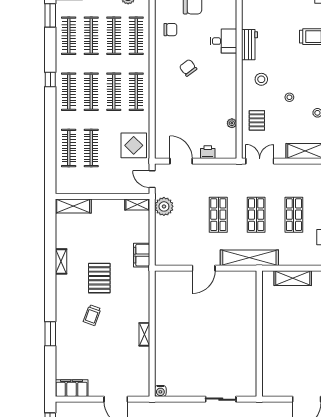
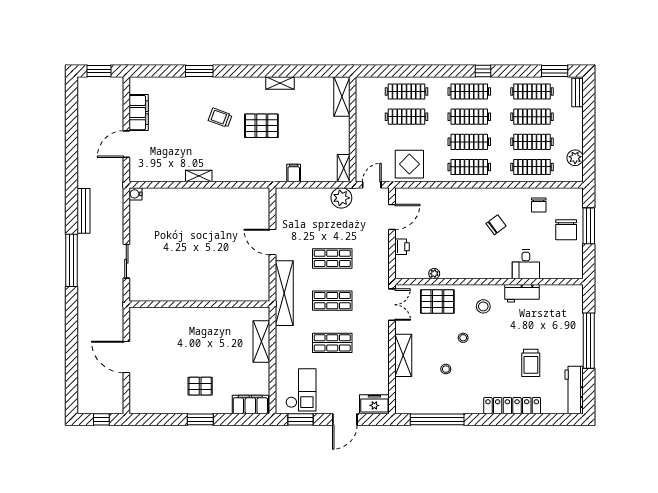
pallet: (257, 120) -> (437, 302), width x1.50, depth x1.42
filing cabinet: (142, 255) -> (294, 173), width x0.50
filing cabinet: (72, 388) -> (139, 113), moved

